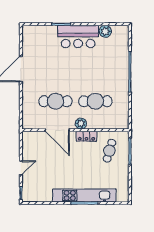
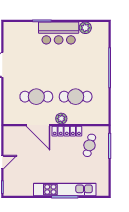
locker: (86, 136) -> (67, 131), width x1.53

